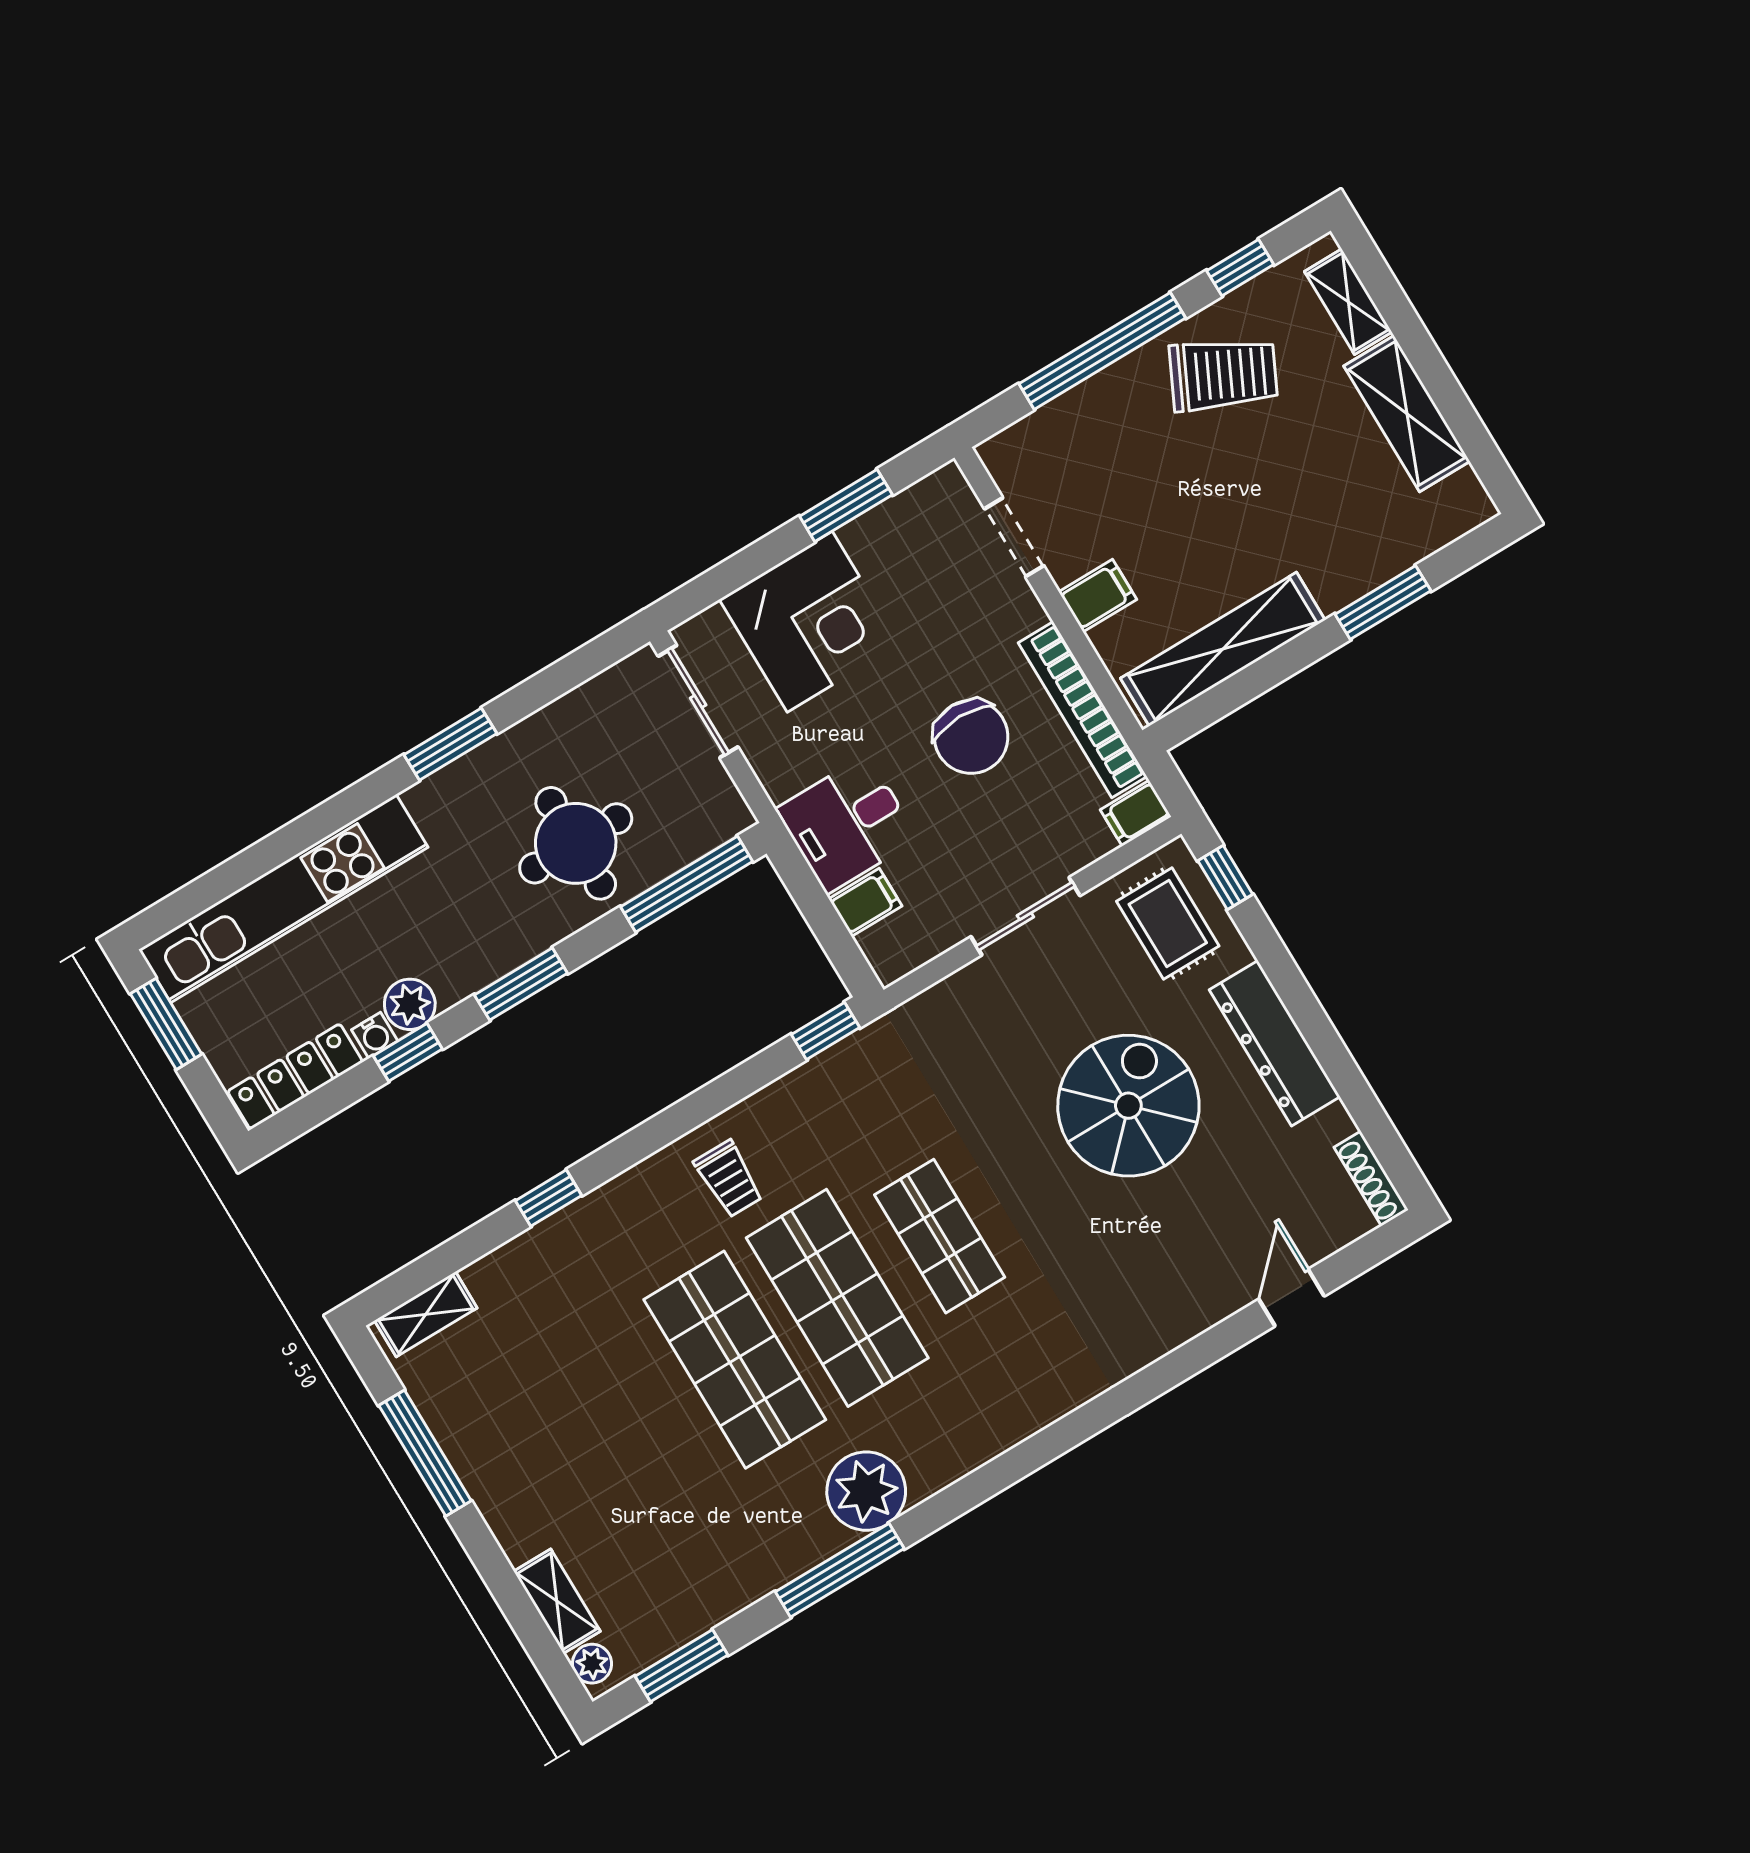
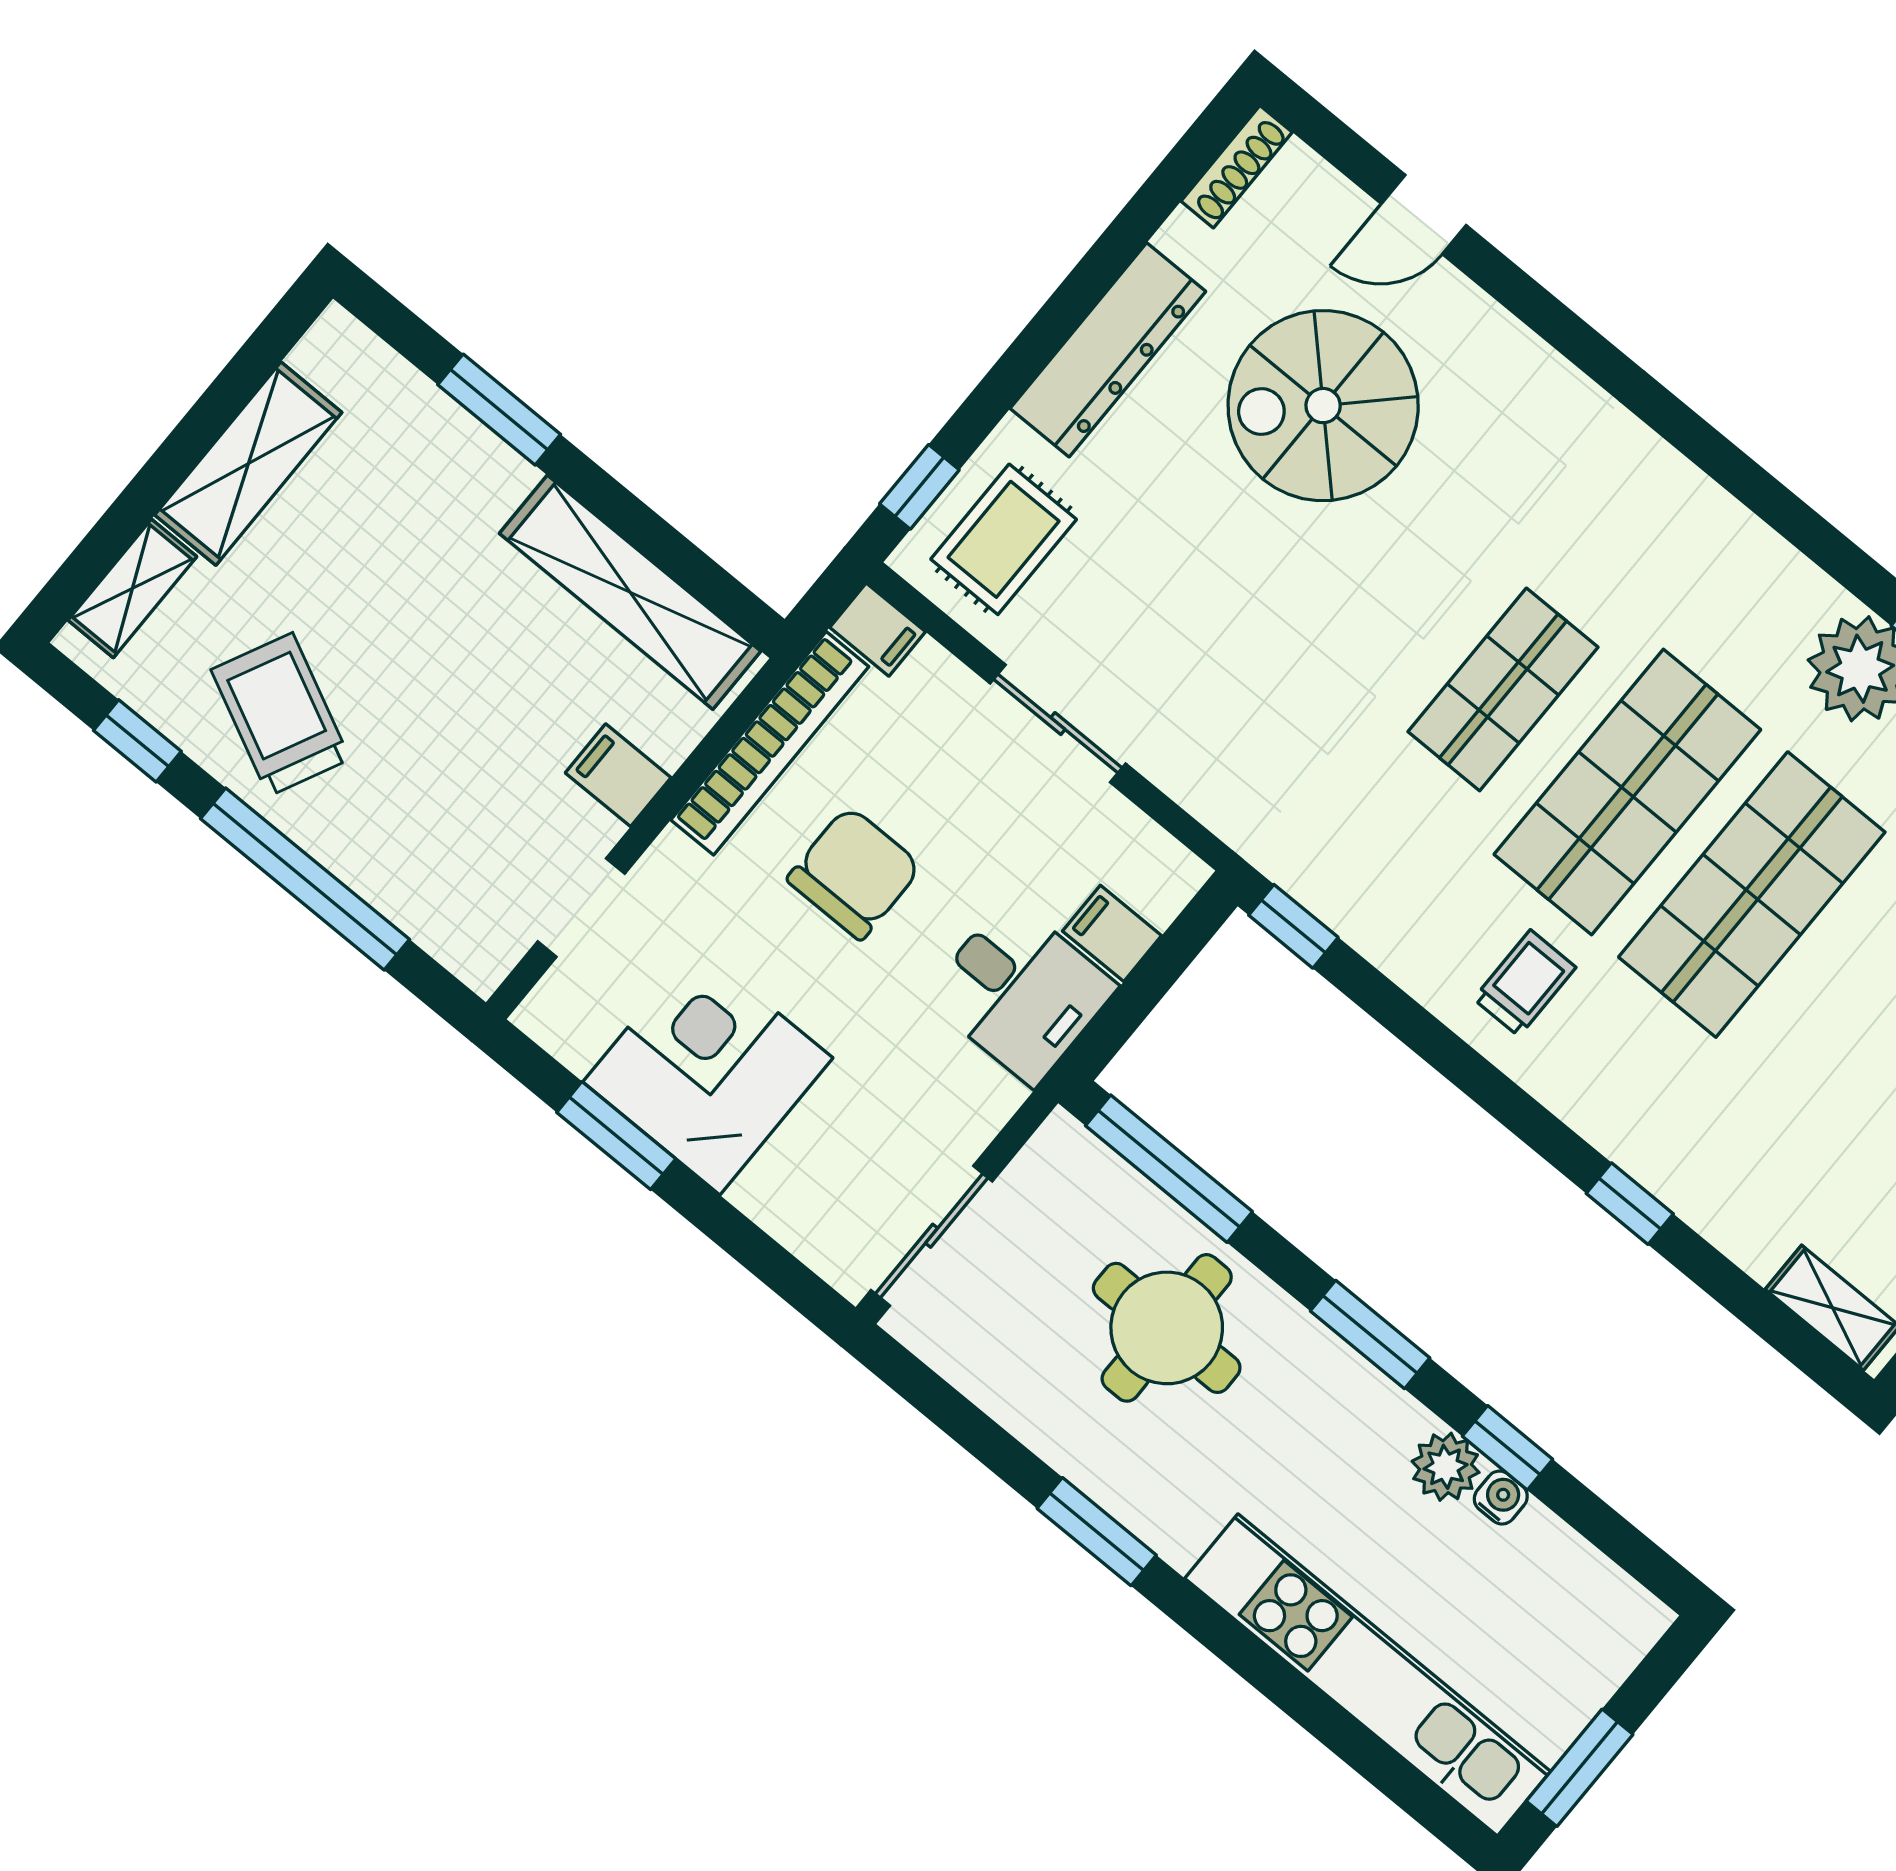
corner desk: (810, 622) -> (708, 1070), moved
locker: (295, 1077) -> (1589, 1580), removed
spiral stairs: (1128, 1106) -> (1323, 406), moved

